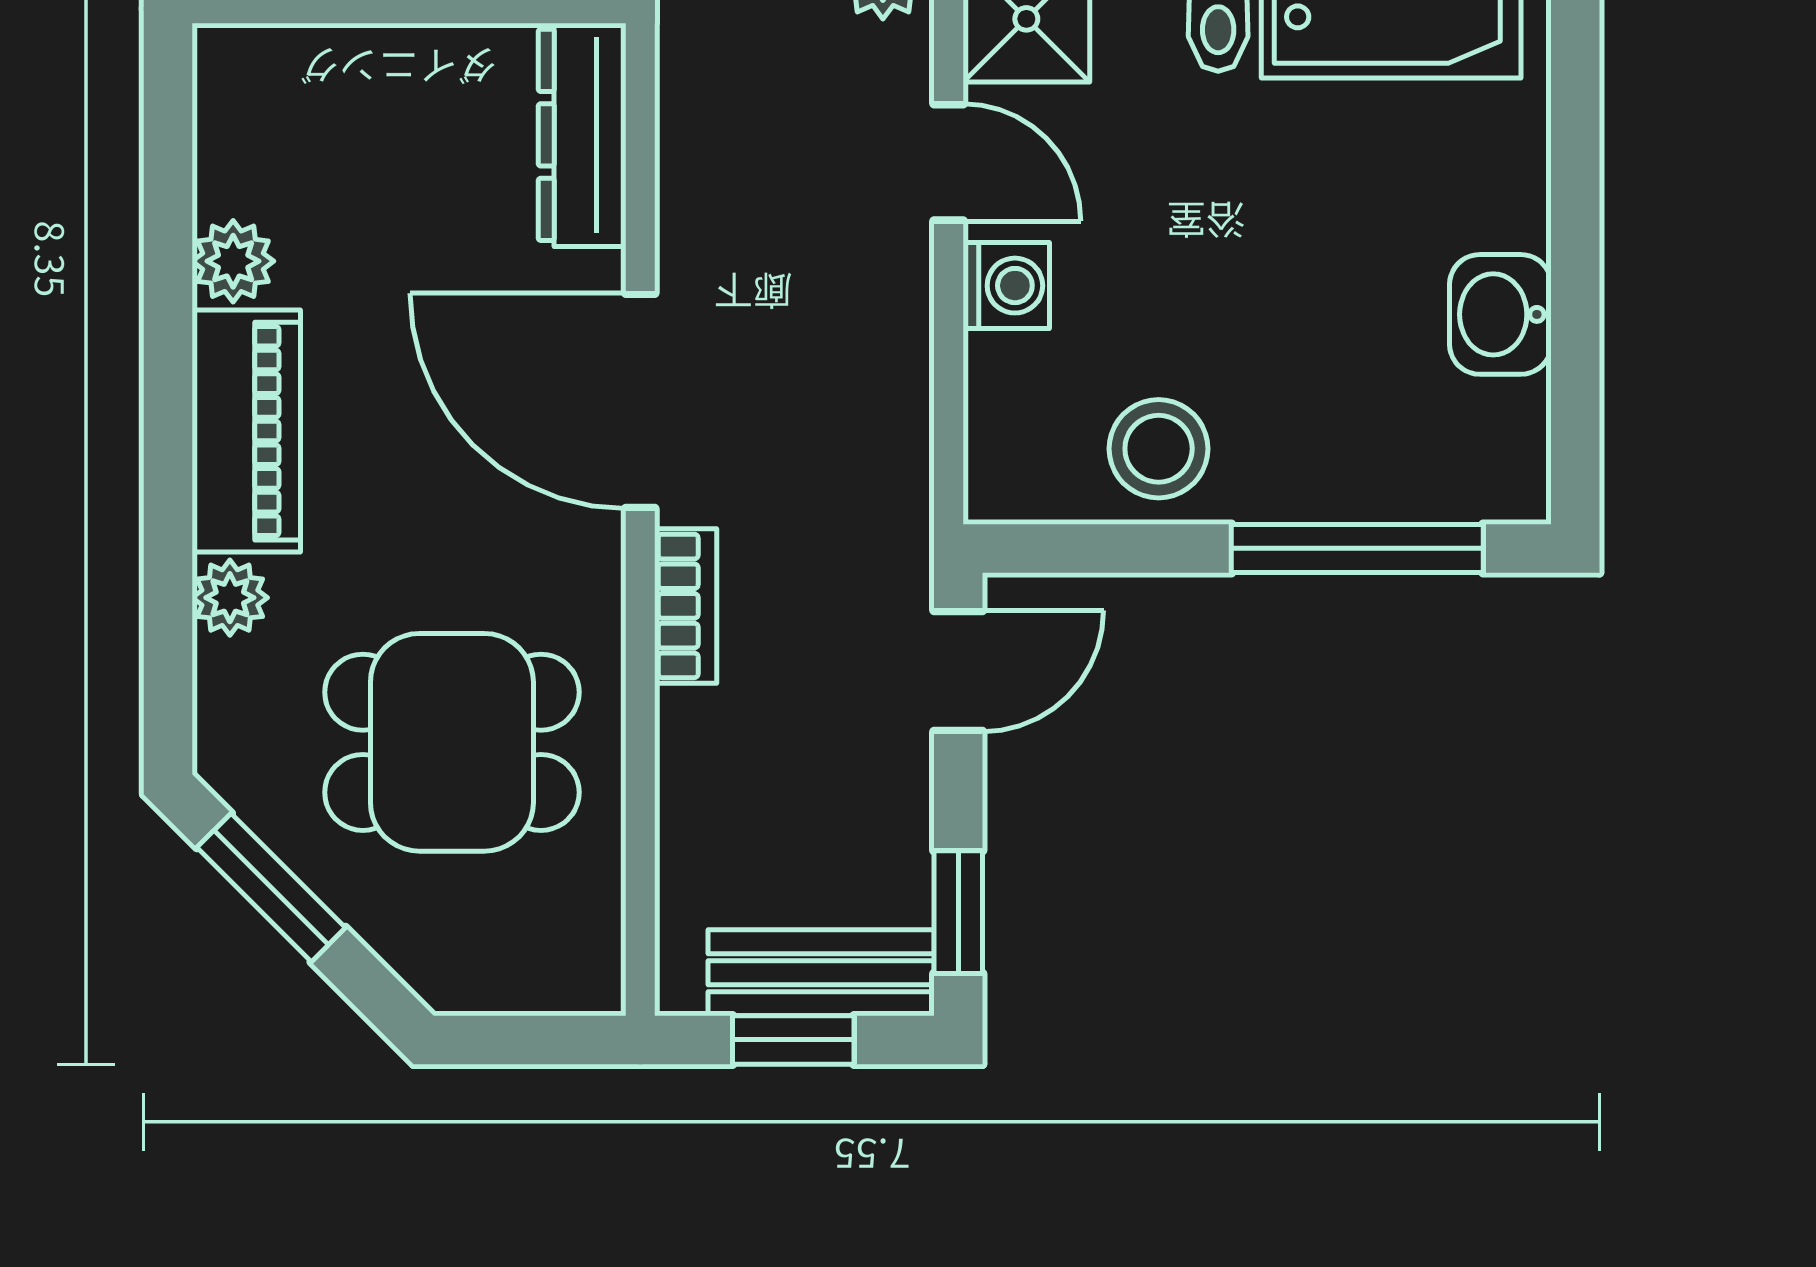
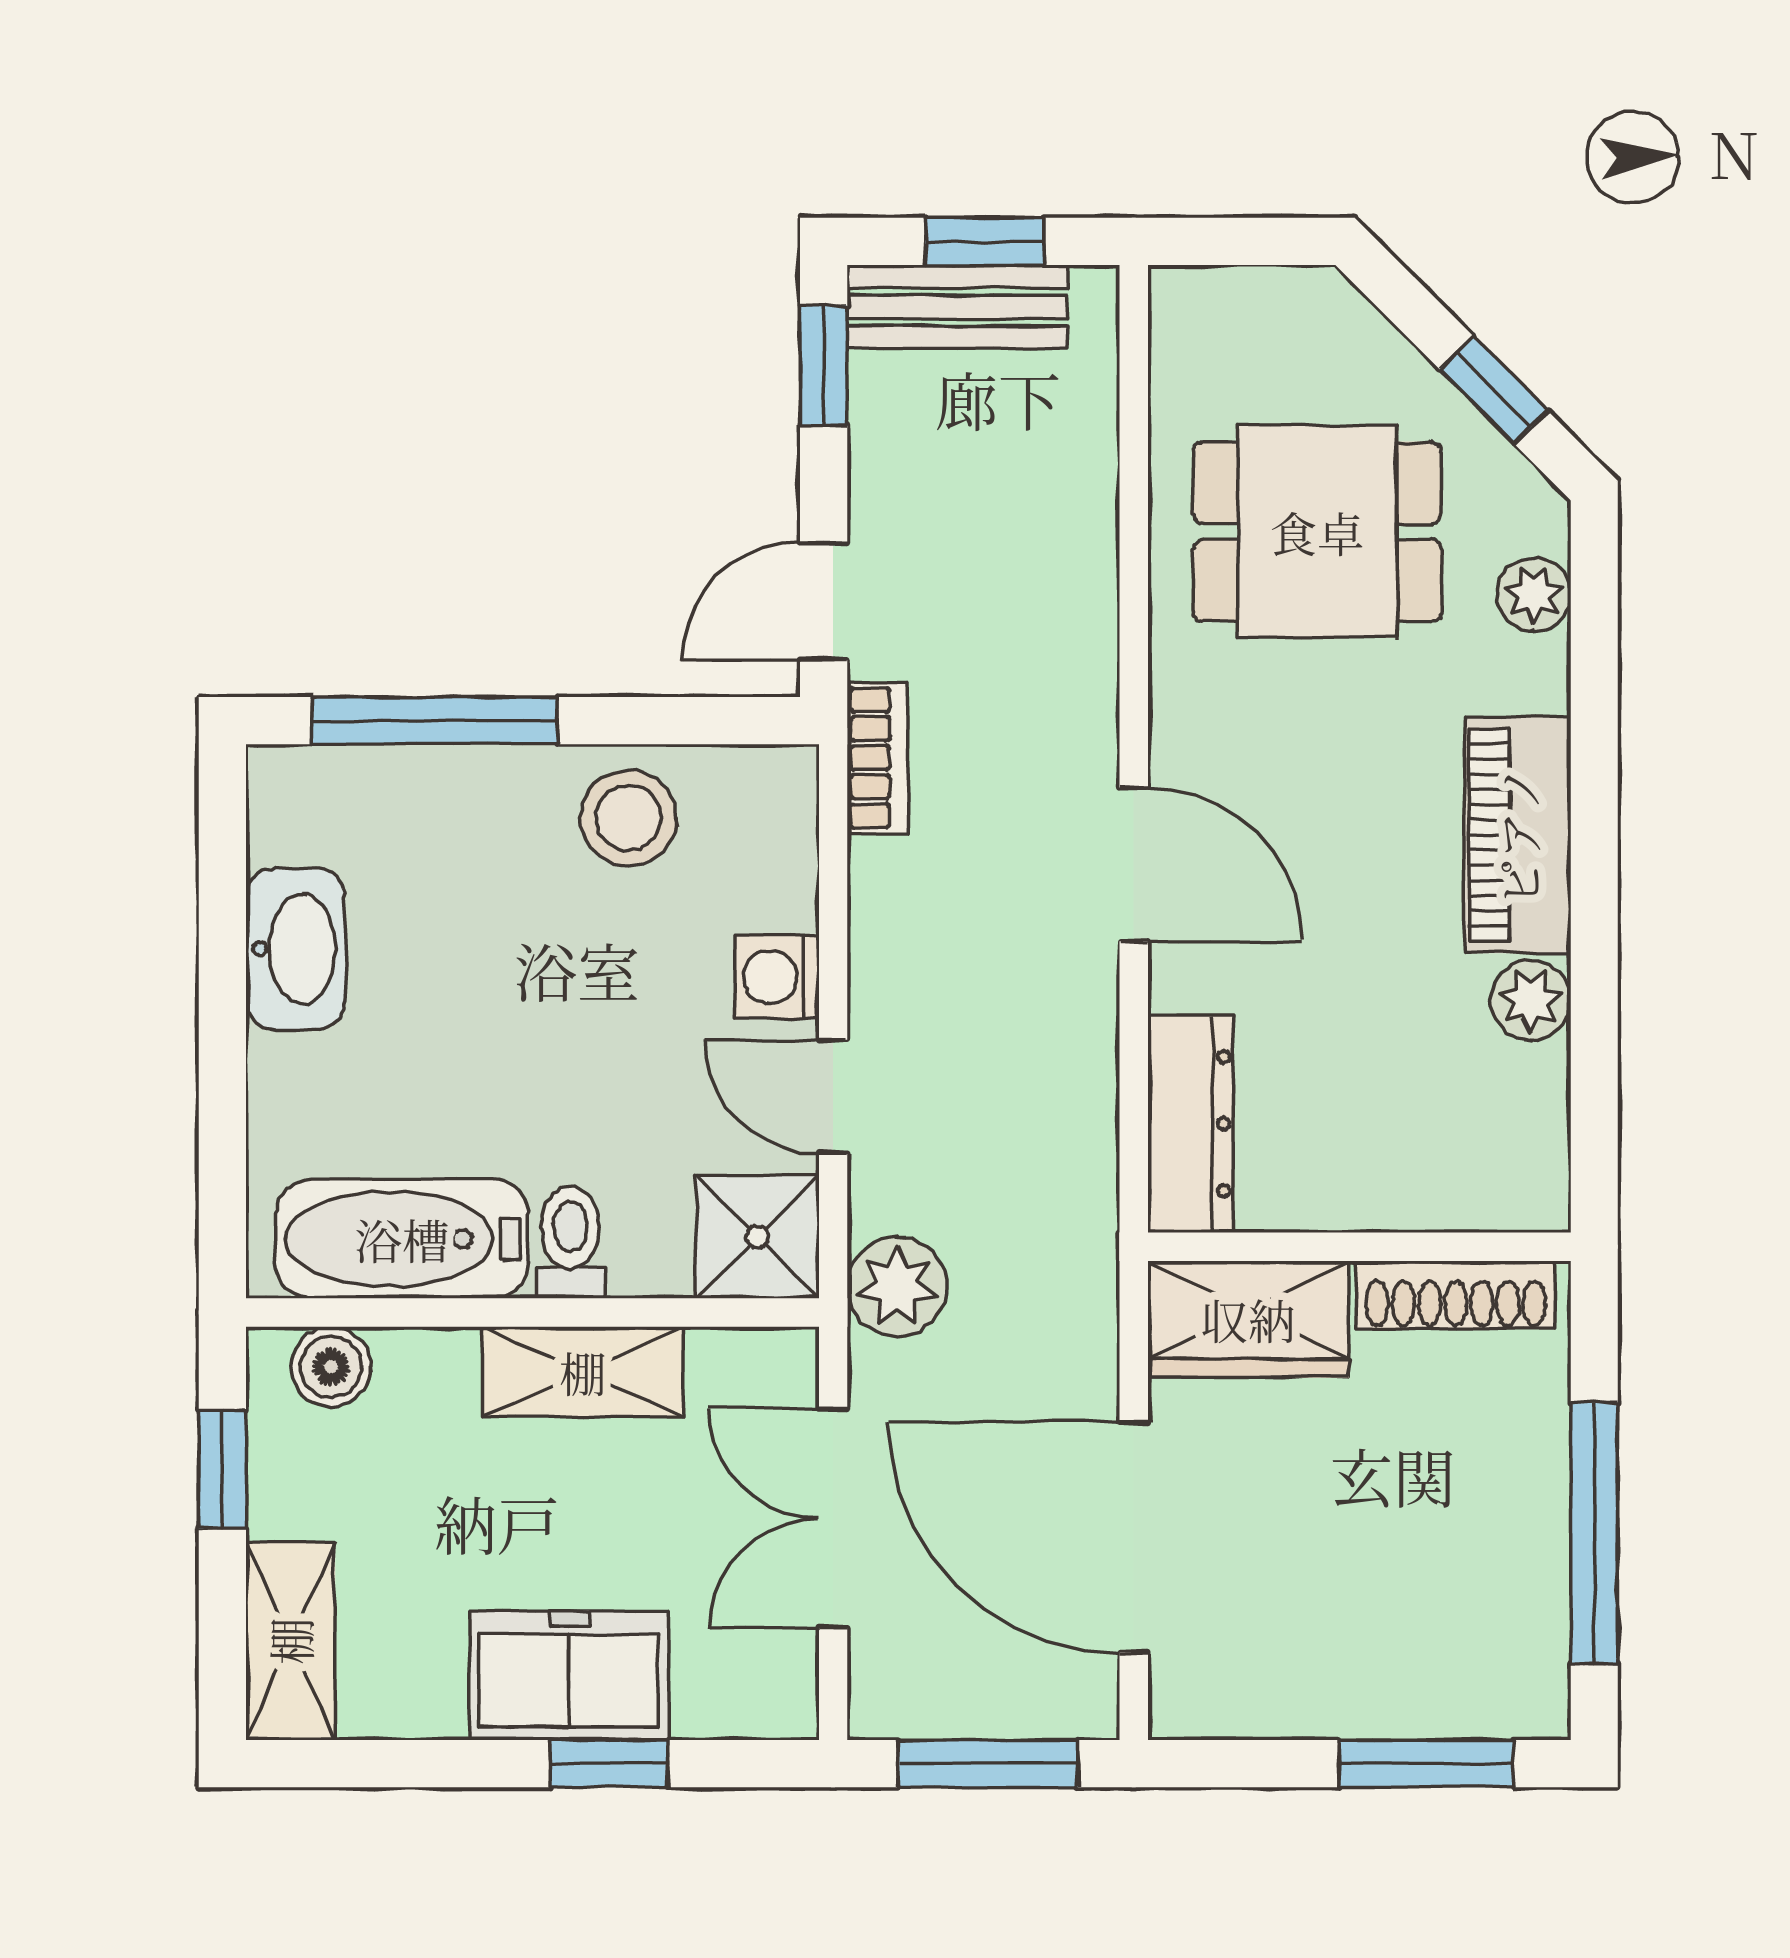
washbasin: (1500, 314) -> (295, 949), width x1.38
door: (640, 401) -> (1134, 864), width x0.73
plant: (230, 598) -> (1534, 594), moved
bookcase: (686, 606) -> (877, 758), moved, turned 180
window: (271, 888) -> (1494, 390), width x0.67

